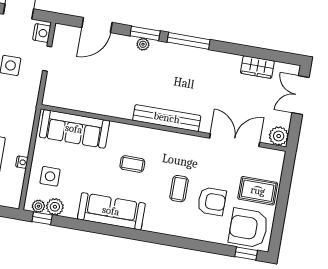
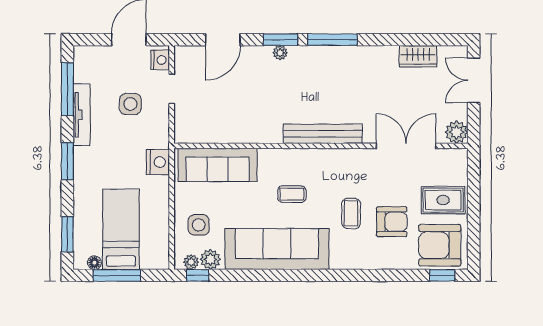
nightstand: (22, 162) -> (158, 162), moved, width x1.89, depth x1.79
sofa: (111, 211) -> (277, 249), width x1.36, depth x1.27

